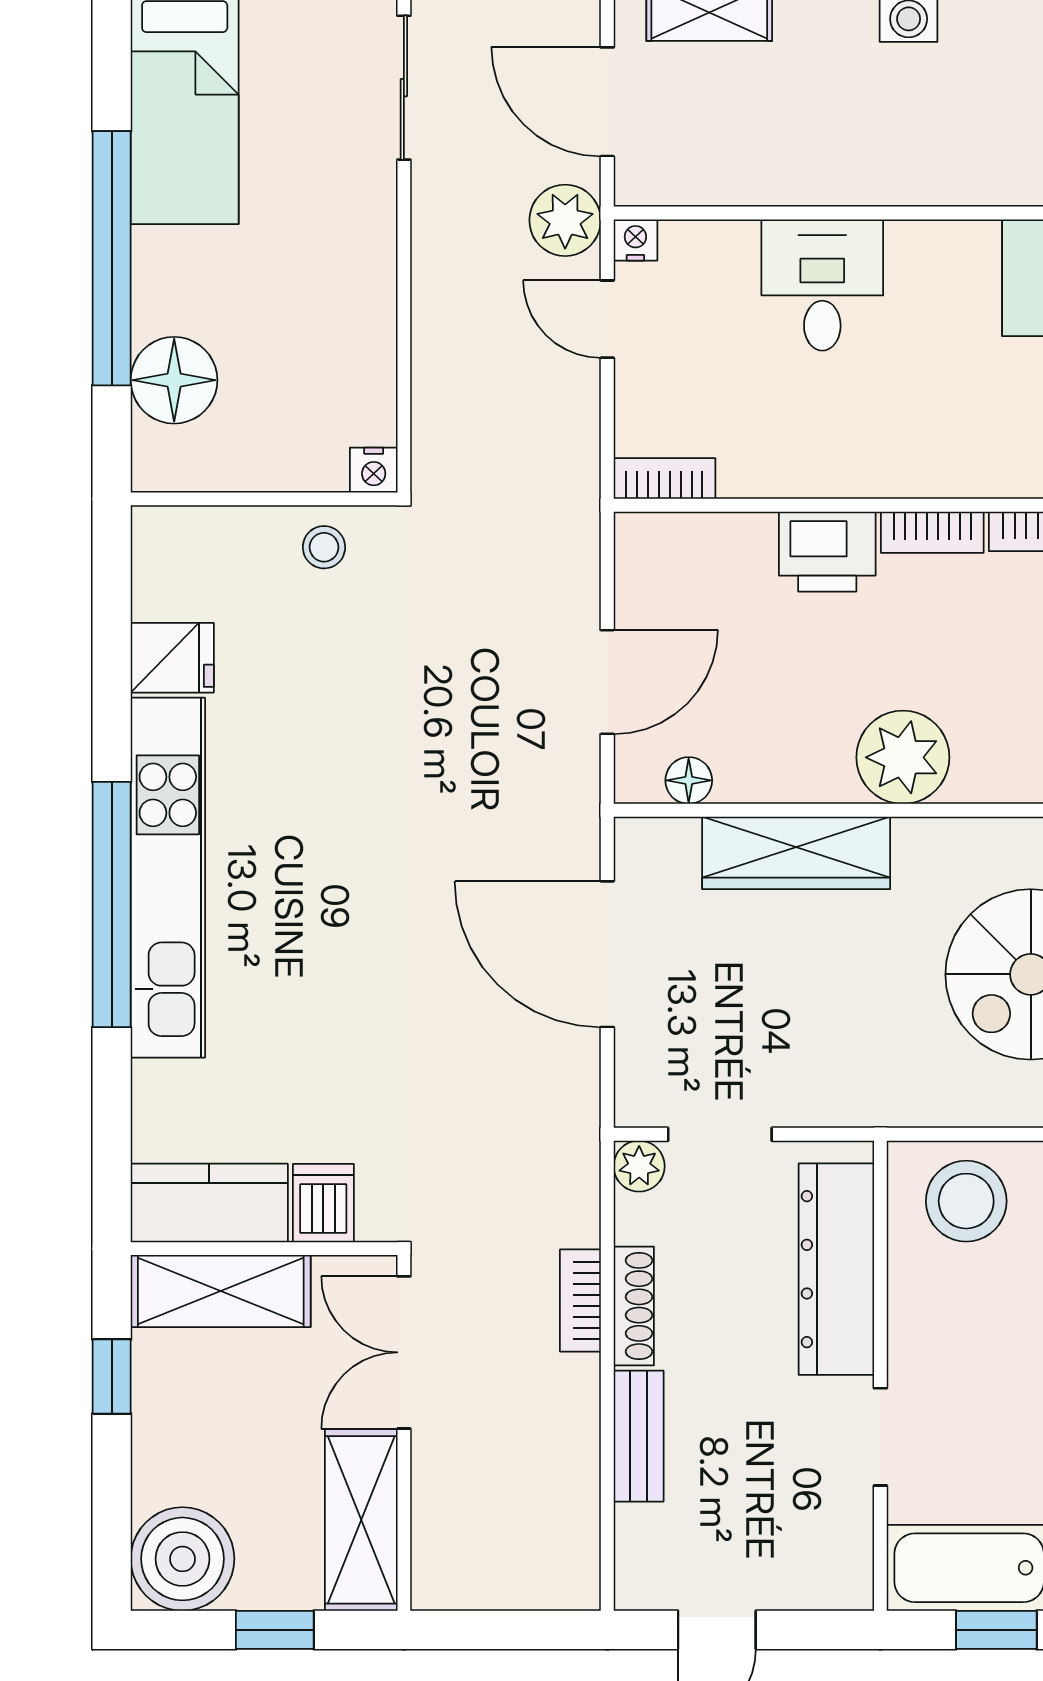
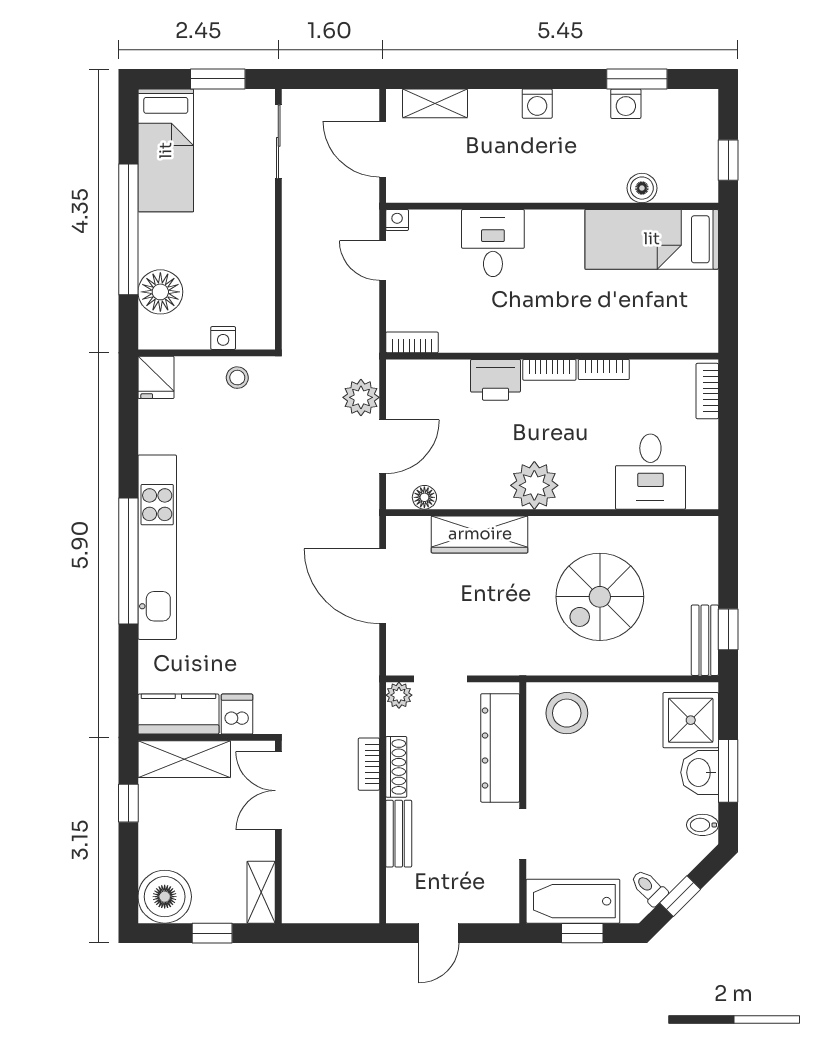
plant: (565, 220) -> (361, 397), moved
nightstand: (374, 470) -> (223, 338), moved
fridge: (172, 658) -> (156, 377), moved, turned 90
shelving: (361, 1520) -> (261, 892), width x0.67, depth x0.75

